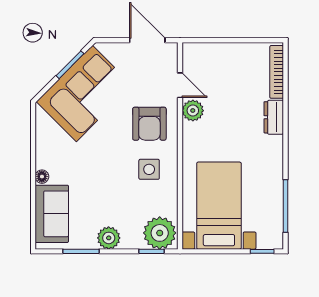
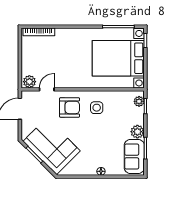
plant: (193, 111) -> (29, 82), moved
dresser: (274, 117) -> (66, 34), removed
bed with nightstands: (219, 206) -> (118, 58), width x1.36
sofa: (52, 214) -> (134, 156), moved, turned -90
plant: (160, 233) -> (139, 101), width x0.53, depth x0.53

